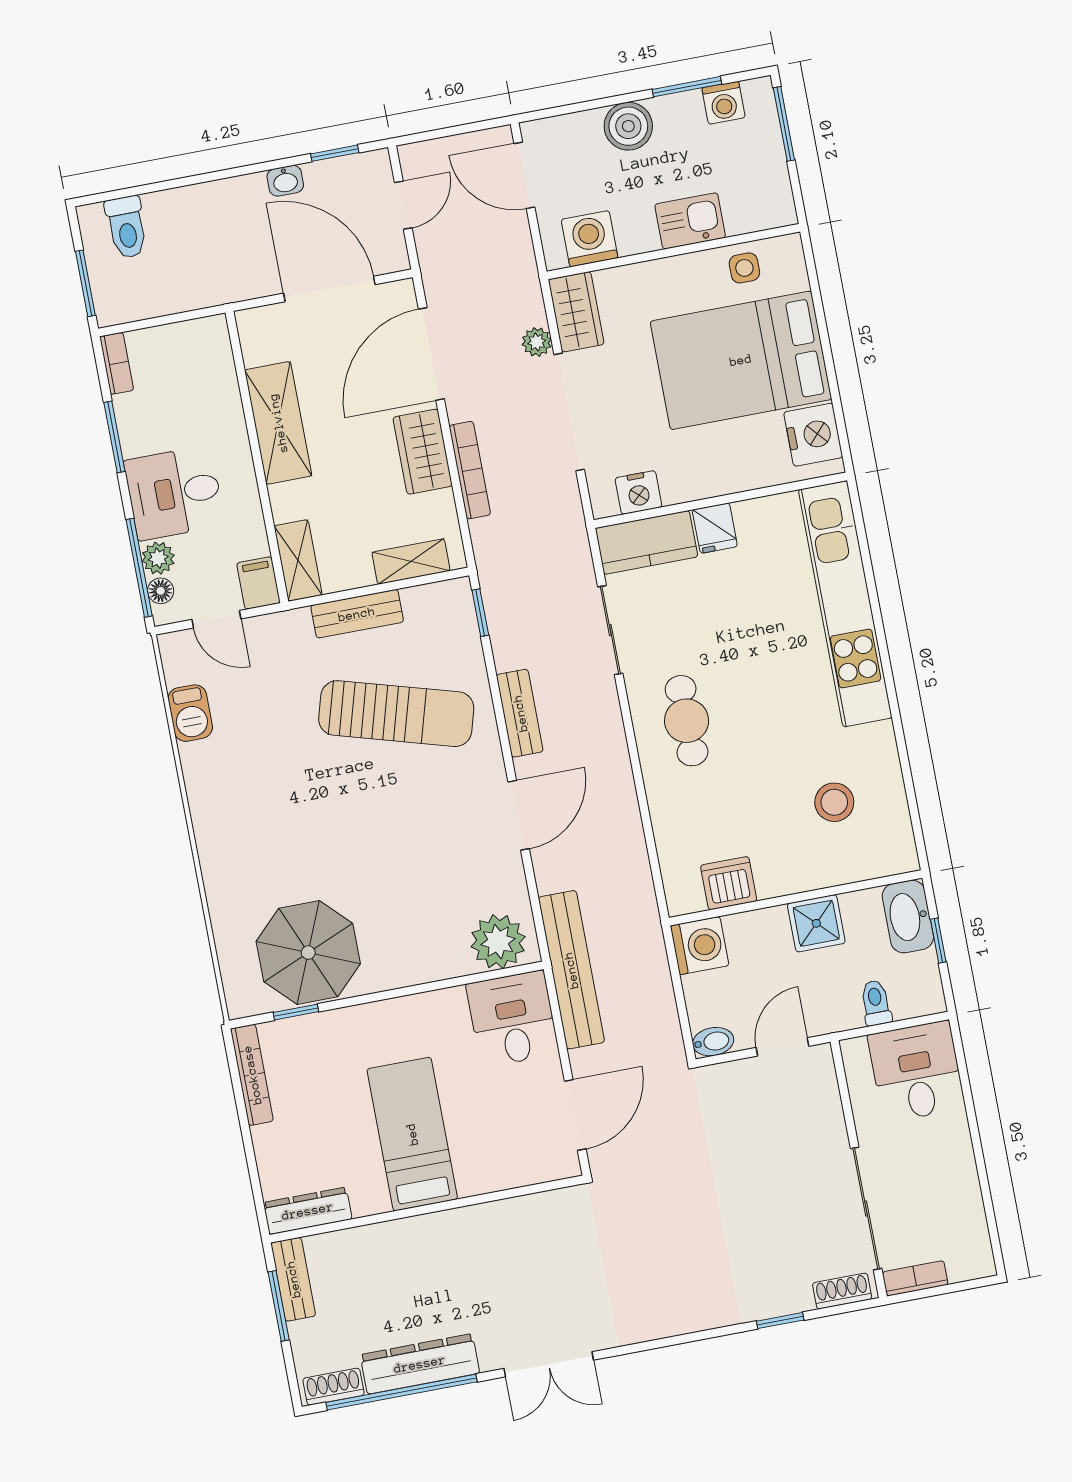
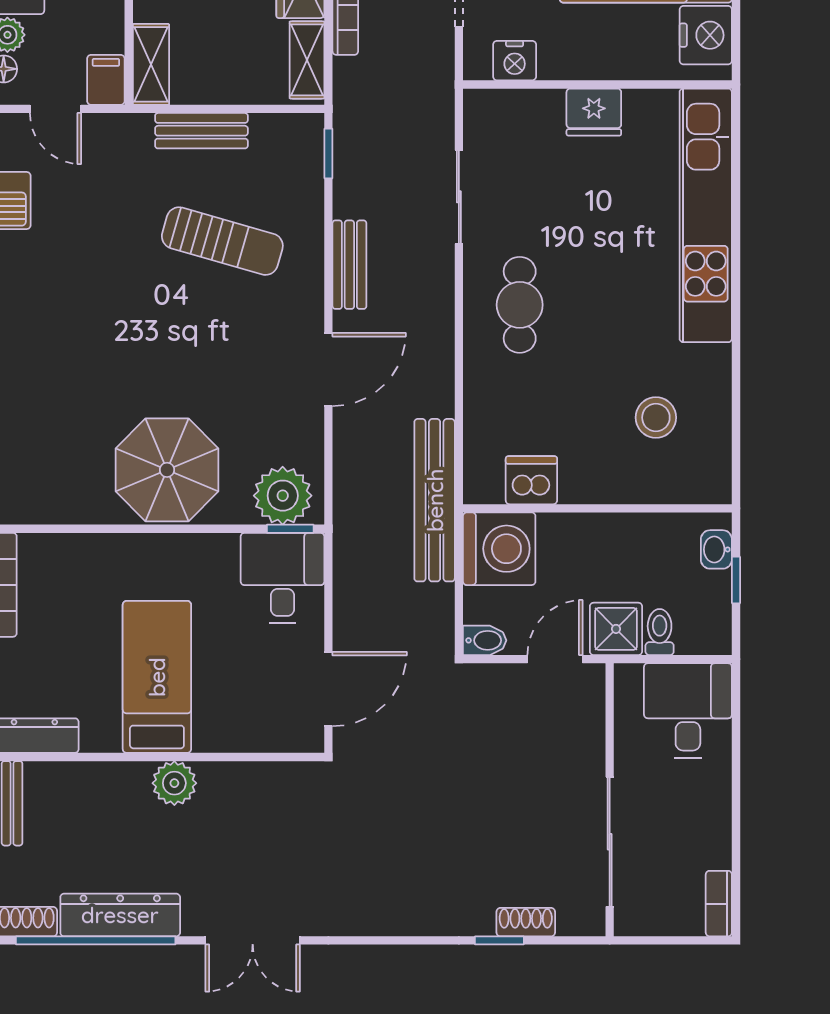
fridge: (715, 528) -> (594, 112), width x1.38
kitchen counter: (646, 542) -> (513, 114), removed
shelving: (411, 562) -> (307, 60), moved, turned 90
sun lounger: (396, 714) -> (222, 241), width x0.73, depth x0.75
washbasin: (908, 917) -> (716, 549), width x0.52, depth x0.69
shower: (816, 923) -> (616, 629), moved
washing machine: (700, 946) -> (499, 549), width x1.37, depth x1.37
parasol: (308, 953) -> (167, 470), moved
bench: (571, 970) -> (435, 500), moved
window: (296, 1012) -> (290, 529), moved
plant: (447, 1231) -> (174, 783), added
bookcase: (915, 1278) -> (719, 904), moved, turned -90
shoe rack: (842, 1291) -> (526, 922), moved

